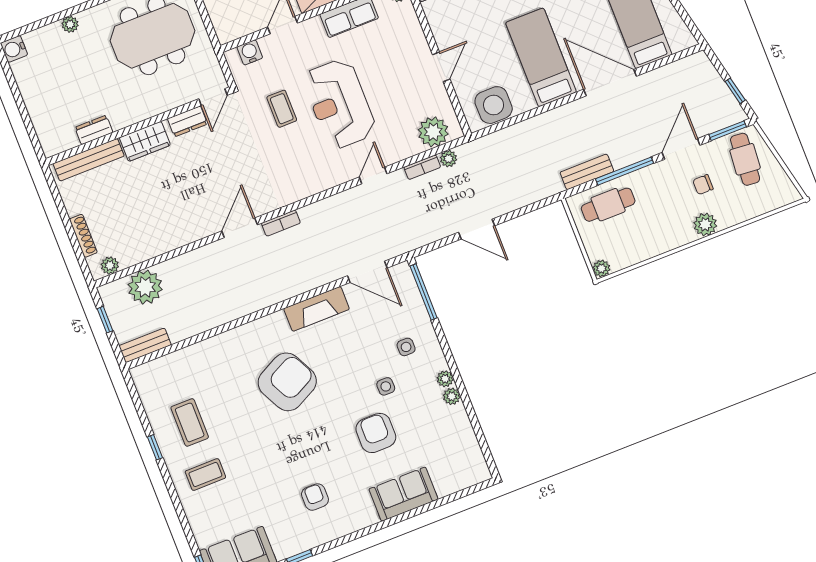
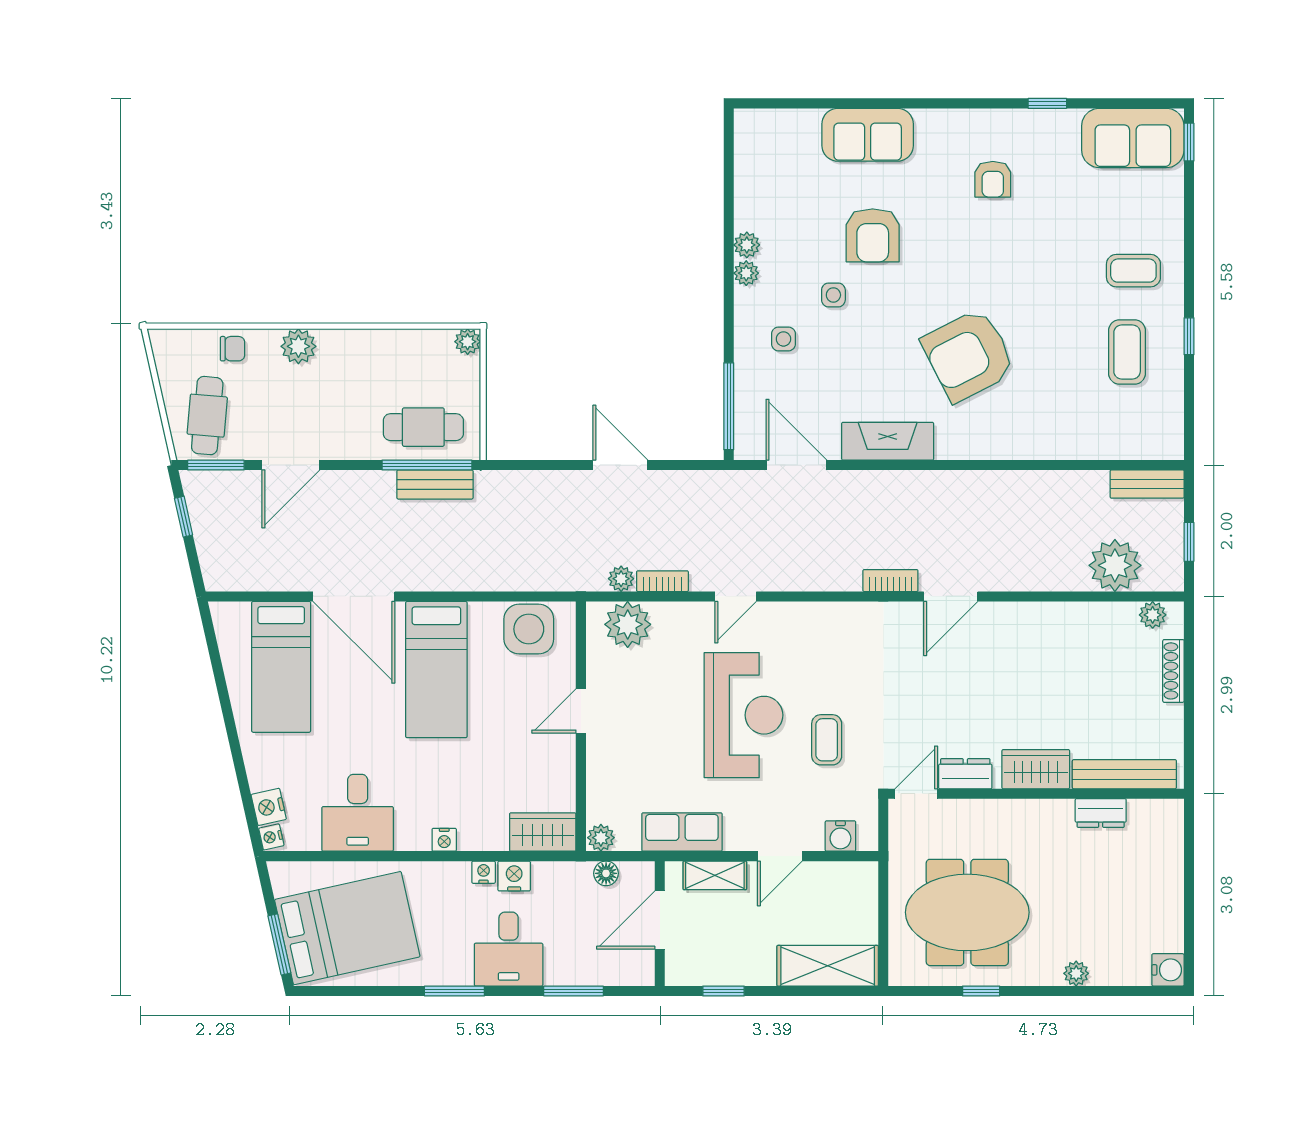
window: (625, 171) -> (427, 465), moved
chair: (703, 185) -> (233, 349), moved

